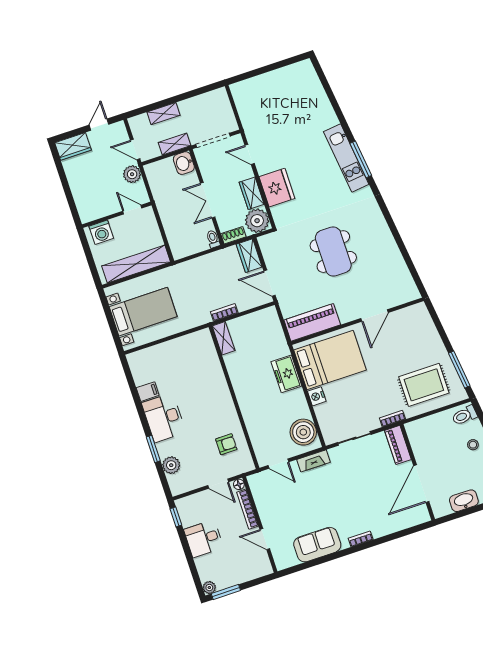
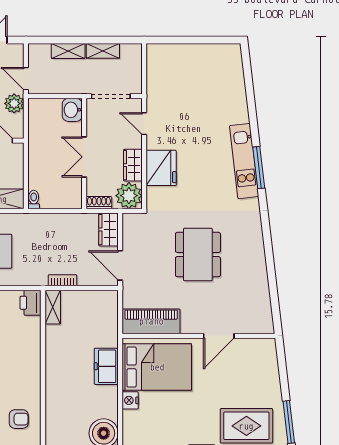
shelving: (175, 144) -> (103, 51), moved
toilet: (213, 239) -> (34, 200), moved
printer: (203, 341) -> (31, 303), added

